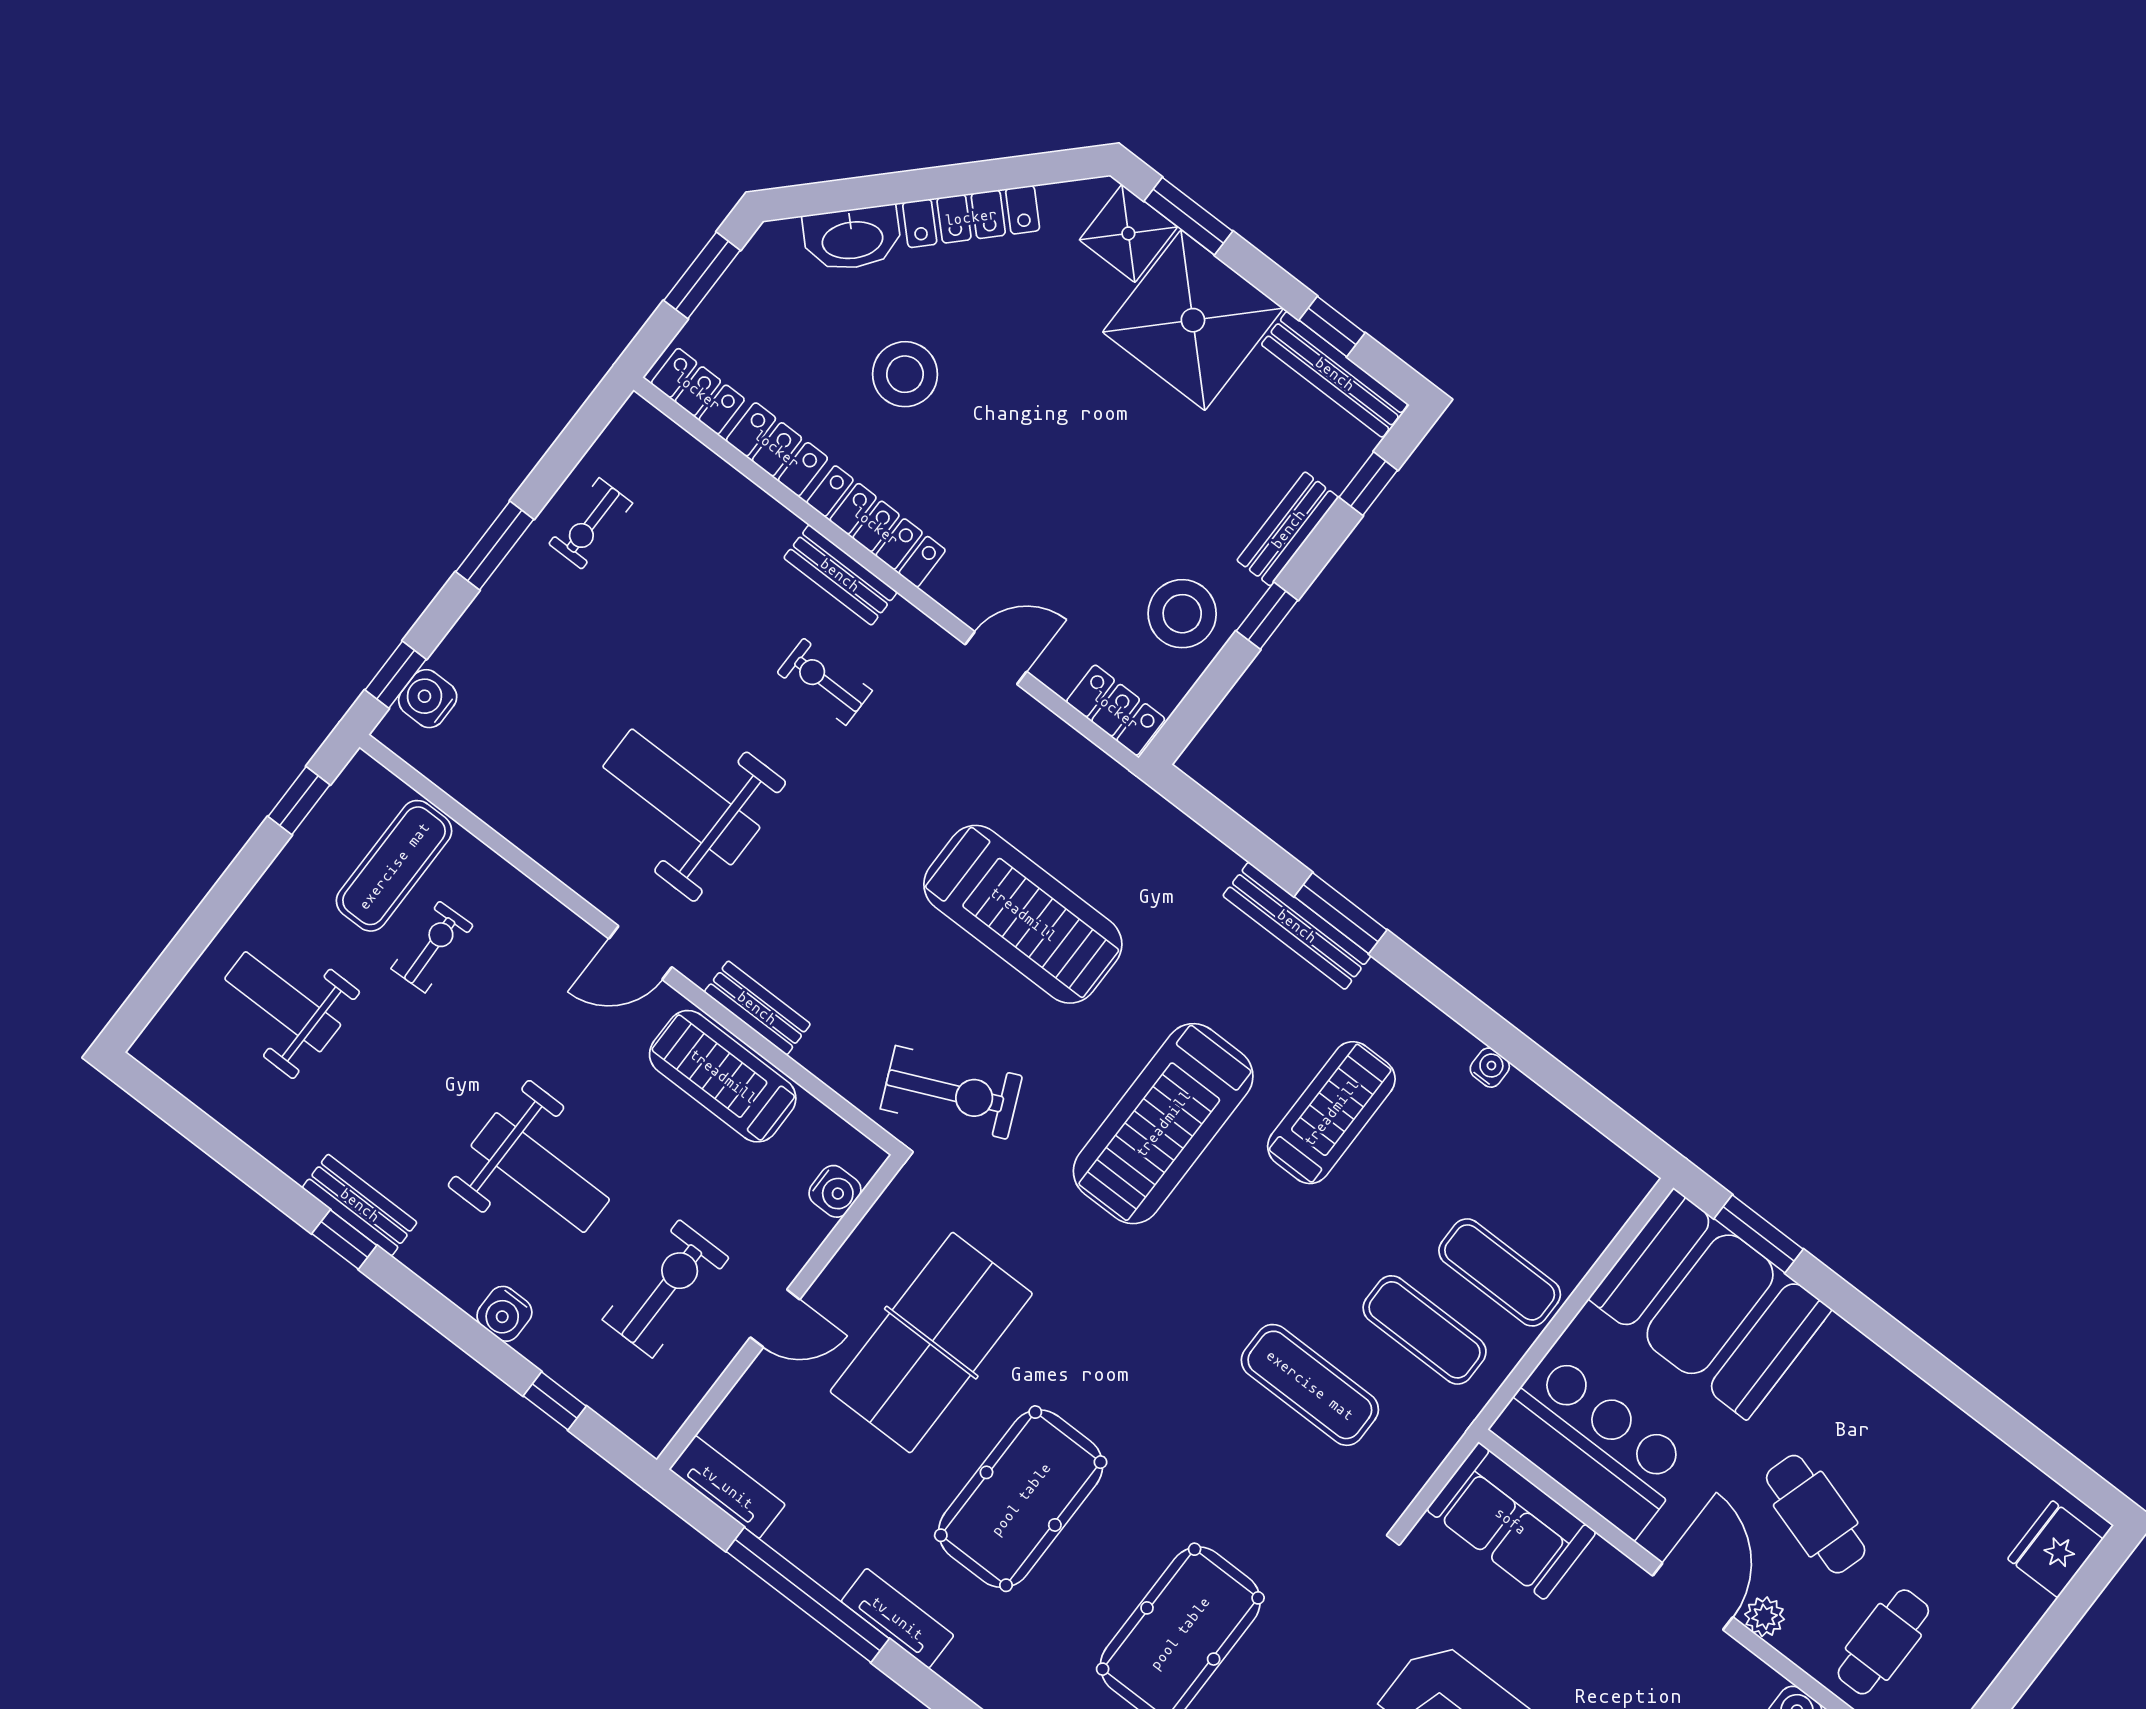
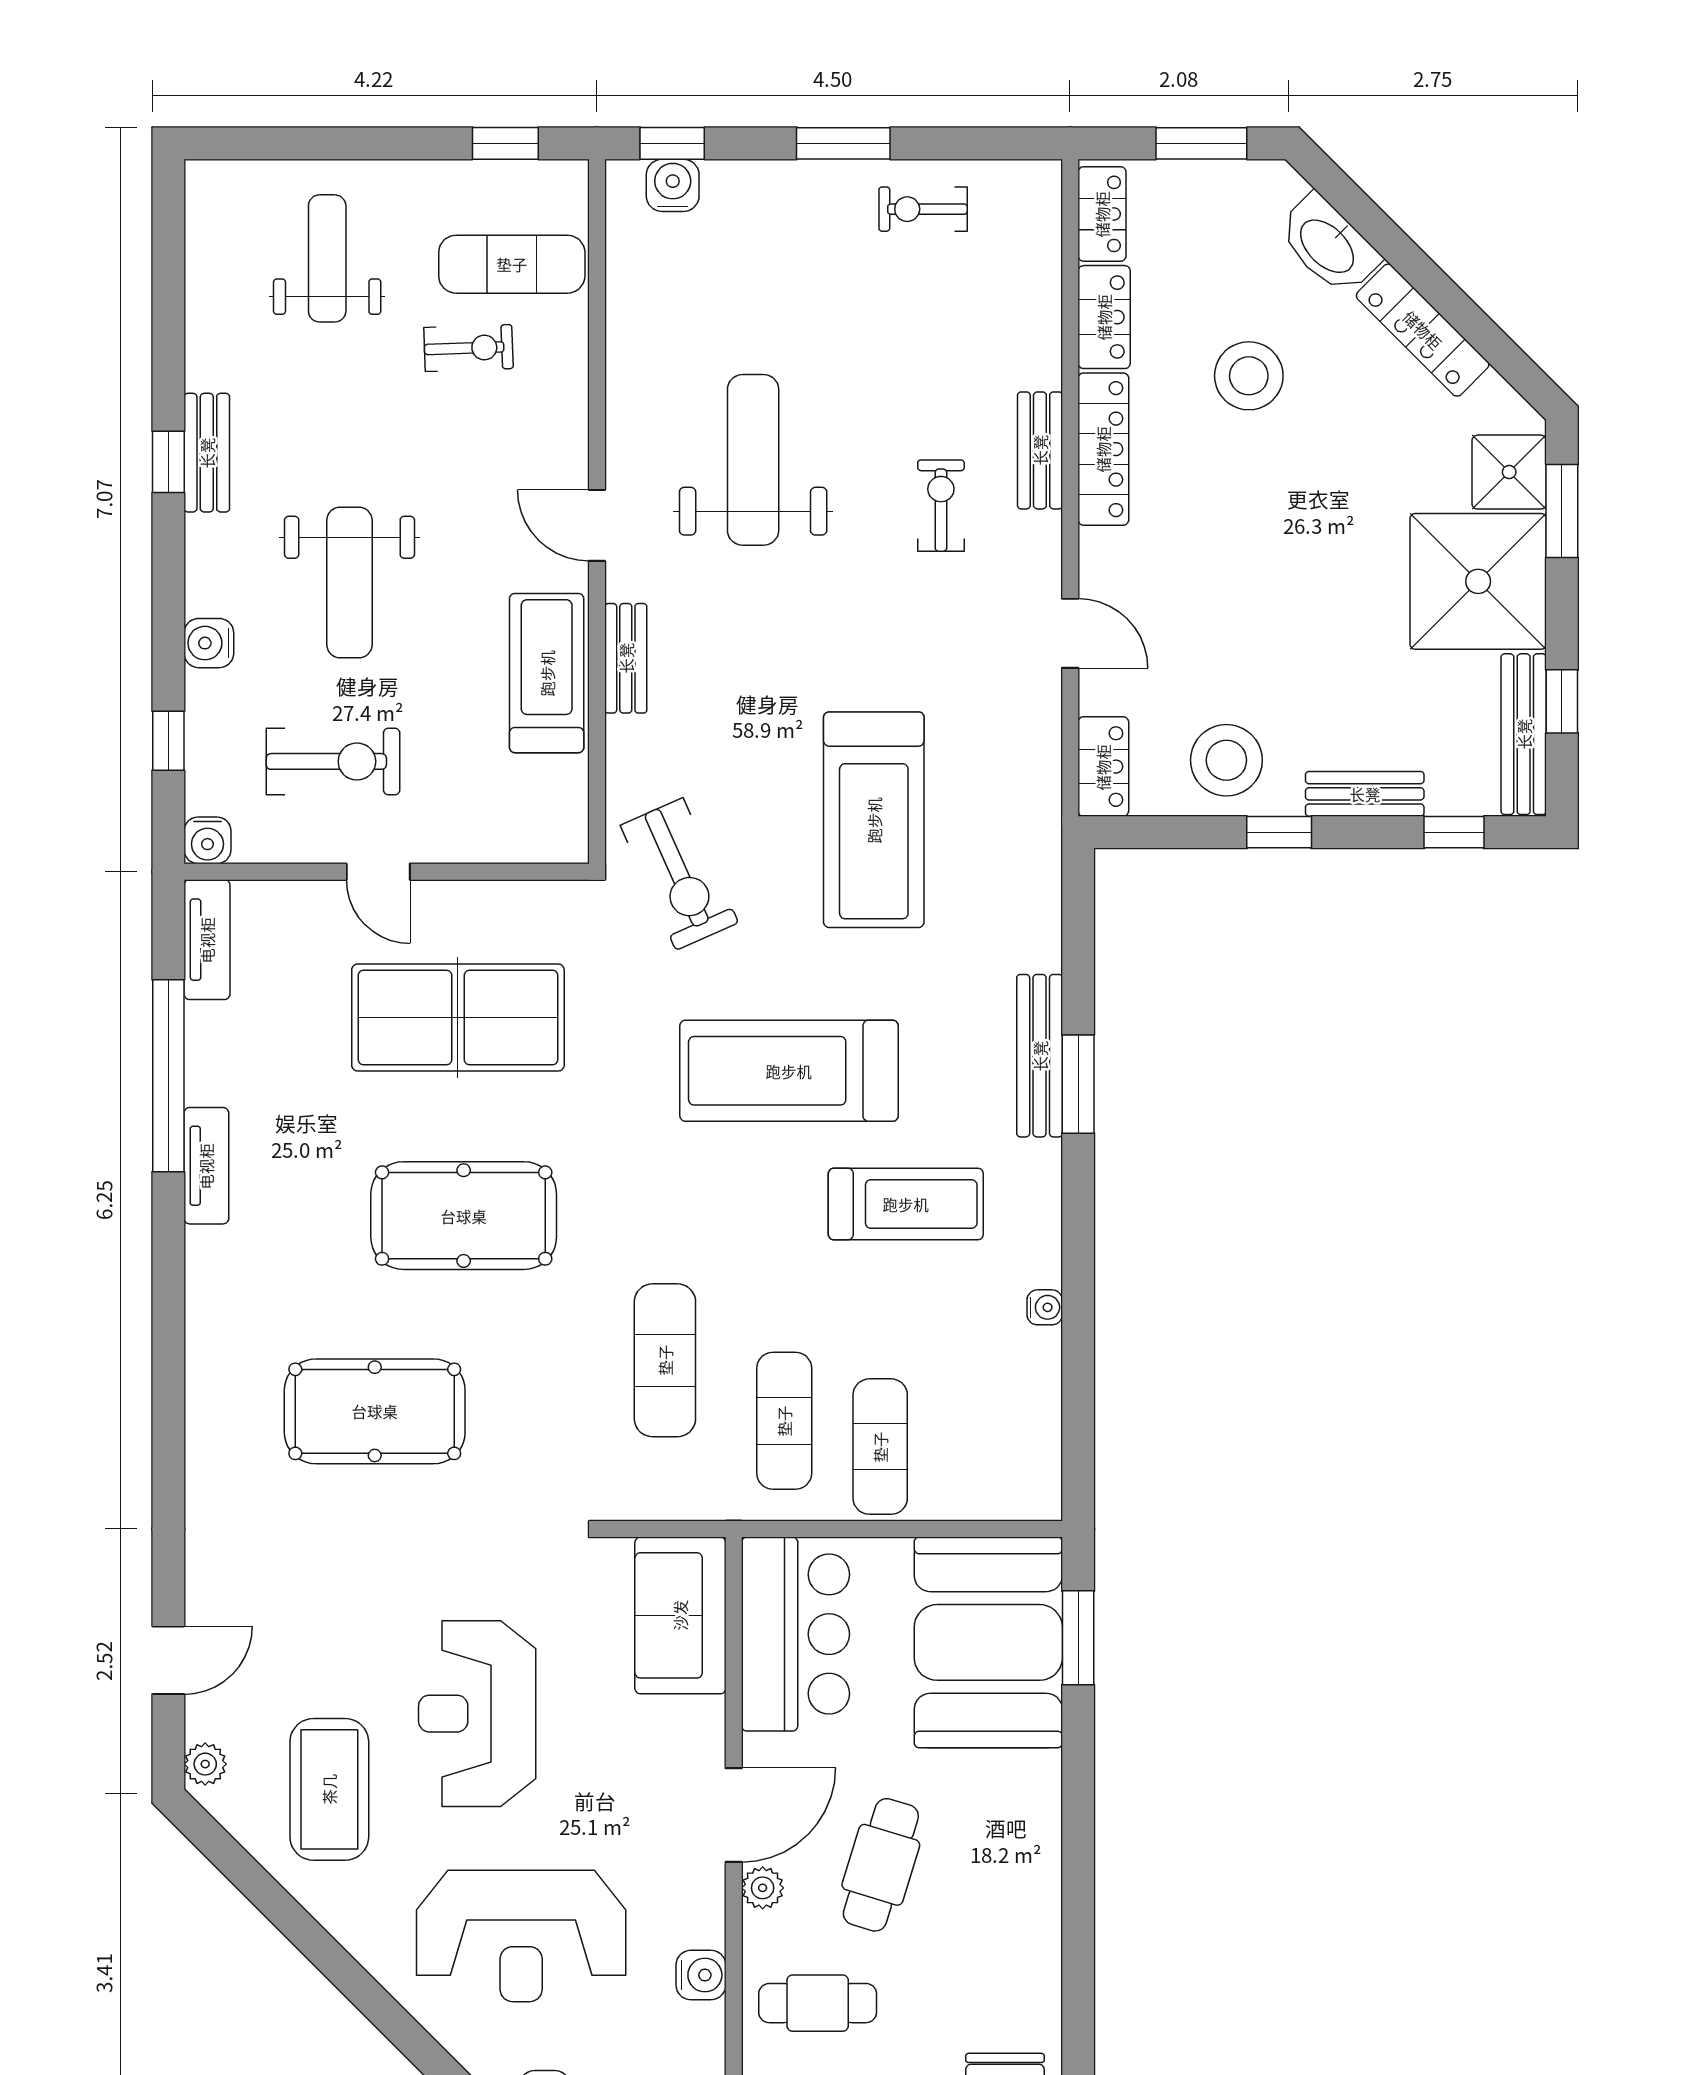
water cooler: (835, 1191) -> (207, 840), moved
pool table: (1021, 1499) -> (464, 1216), moved

